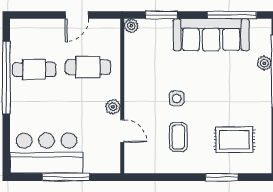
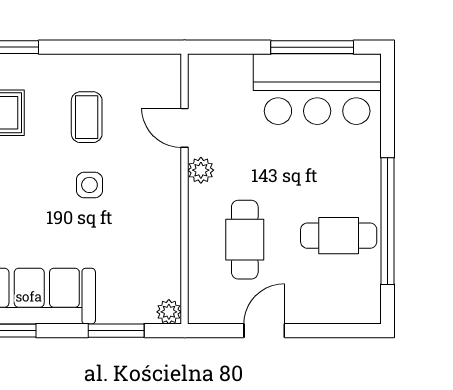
cafe table: (88, 67) -> (245, 240), turned 90
window: (66, 177) -> (312, 47), moved

